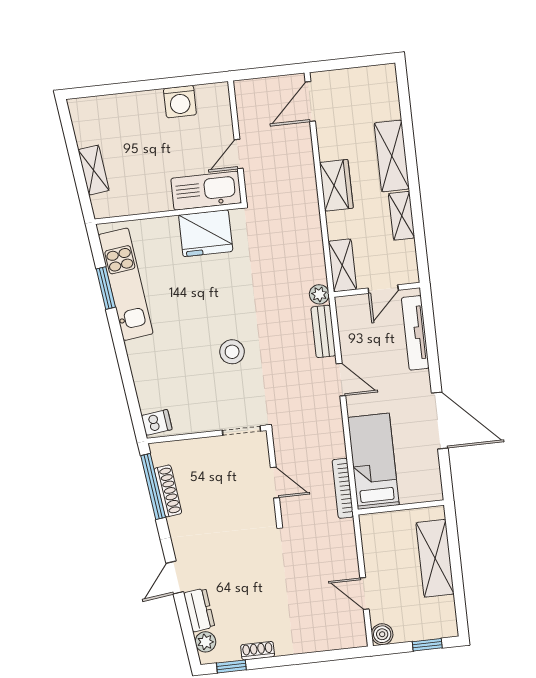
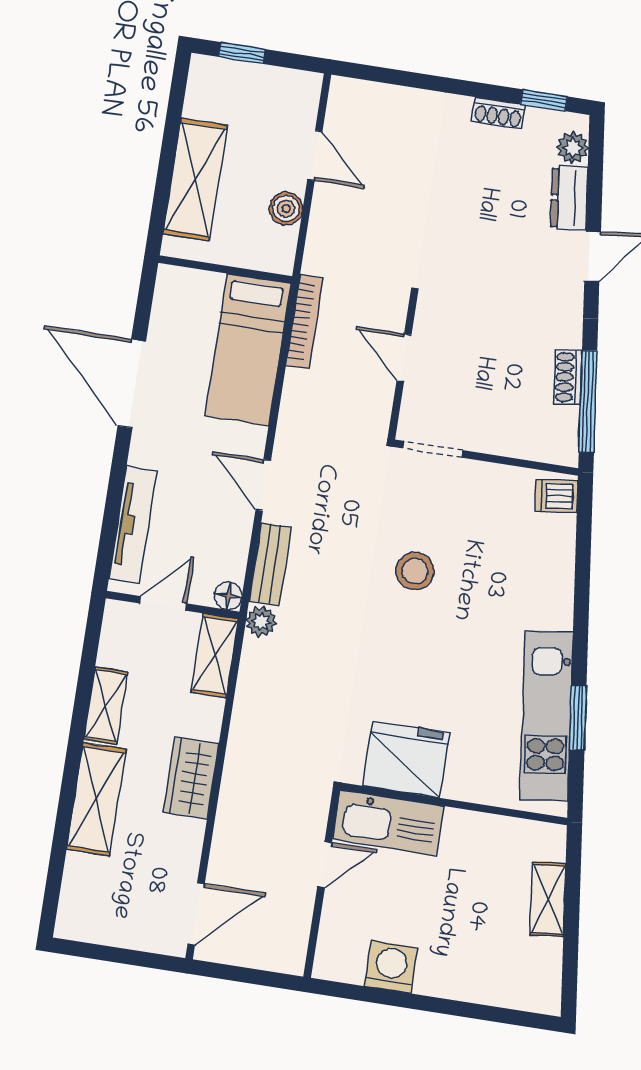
floor lamp: (344, 305) -> (228, 596), added
shoe rack: (168, 491) -> (568, 377), width x0.70
boiler: (382, 634) -> (286, 209), moved

